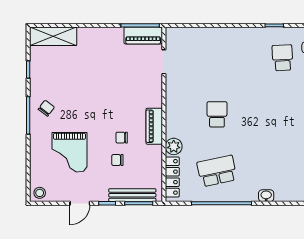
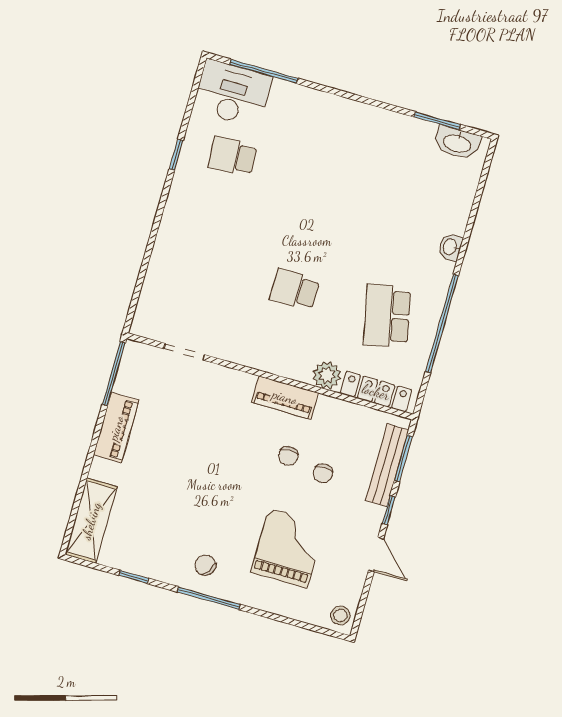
piano: (143, 36) -> (116, 428), moved
grand piano: (69, 152) -> (288, 548), turned -90

